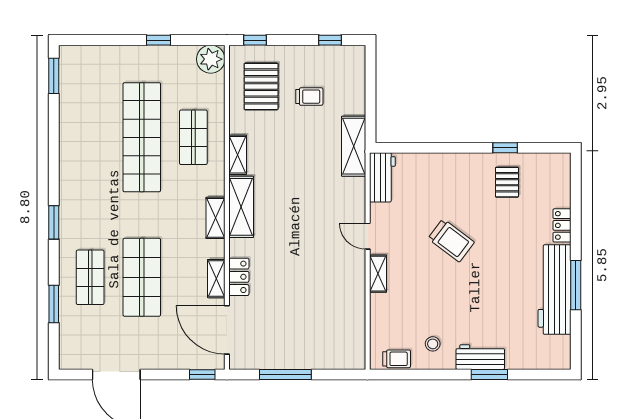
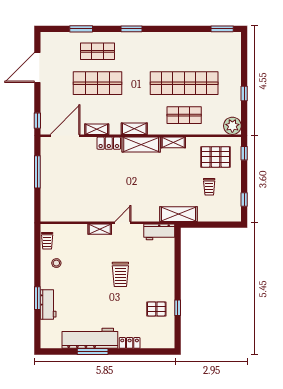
trolley: (451, 240) -> (120, 274), turned -37
locker: (239, 277) -> (109, 143), moved
workbench: (480, 357) -> (48, 304), moved

